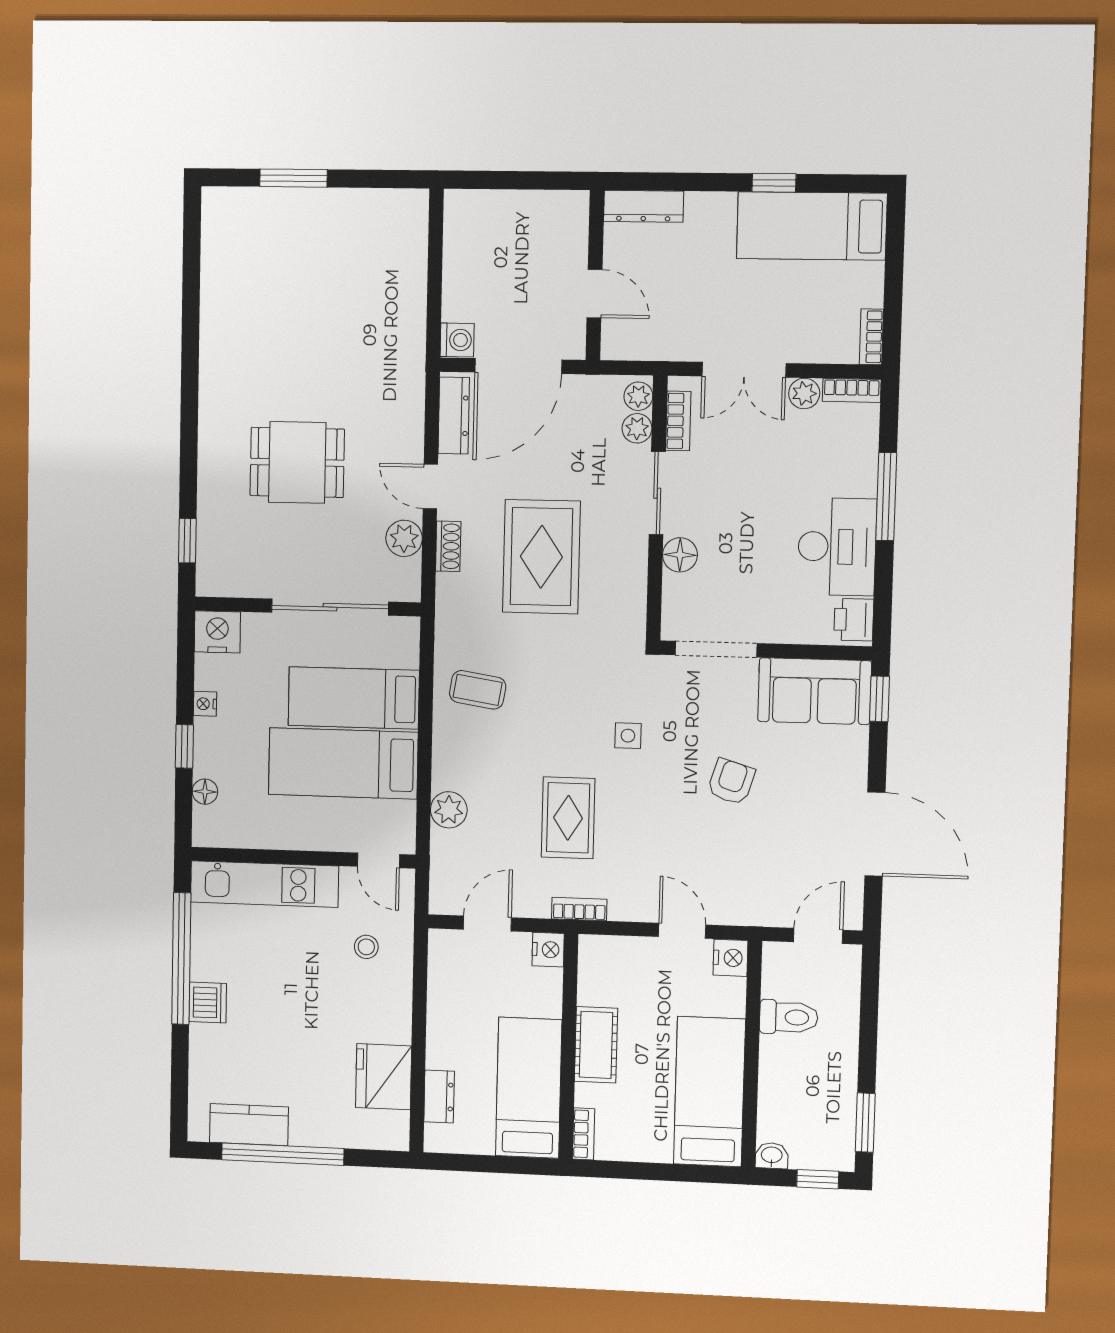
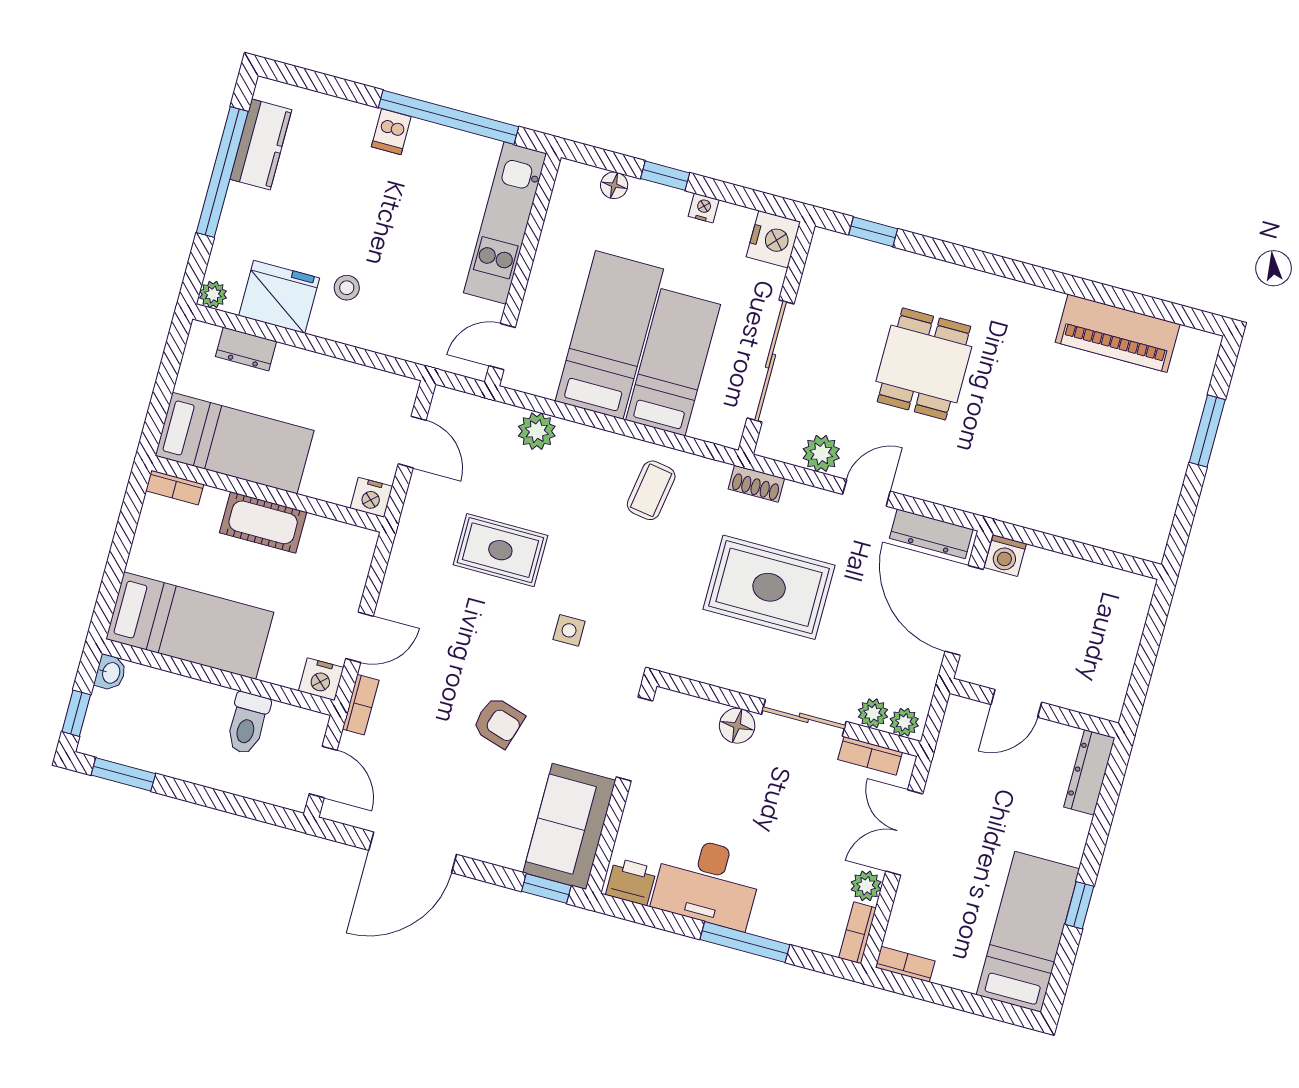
piano: (224, 287) -> (1118, 333), added
shoe rack: (448, 546) -> (756, 484), moved
bookcase: (579, 909) -> (361, 705), moved
stool: (366, 947) -> (347, 288), moved
dishwasher: (208, 1003) -> (391, 132), width x0.73
plant: (397, 1138) -> (213, 294), added

